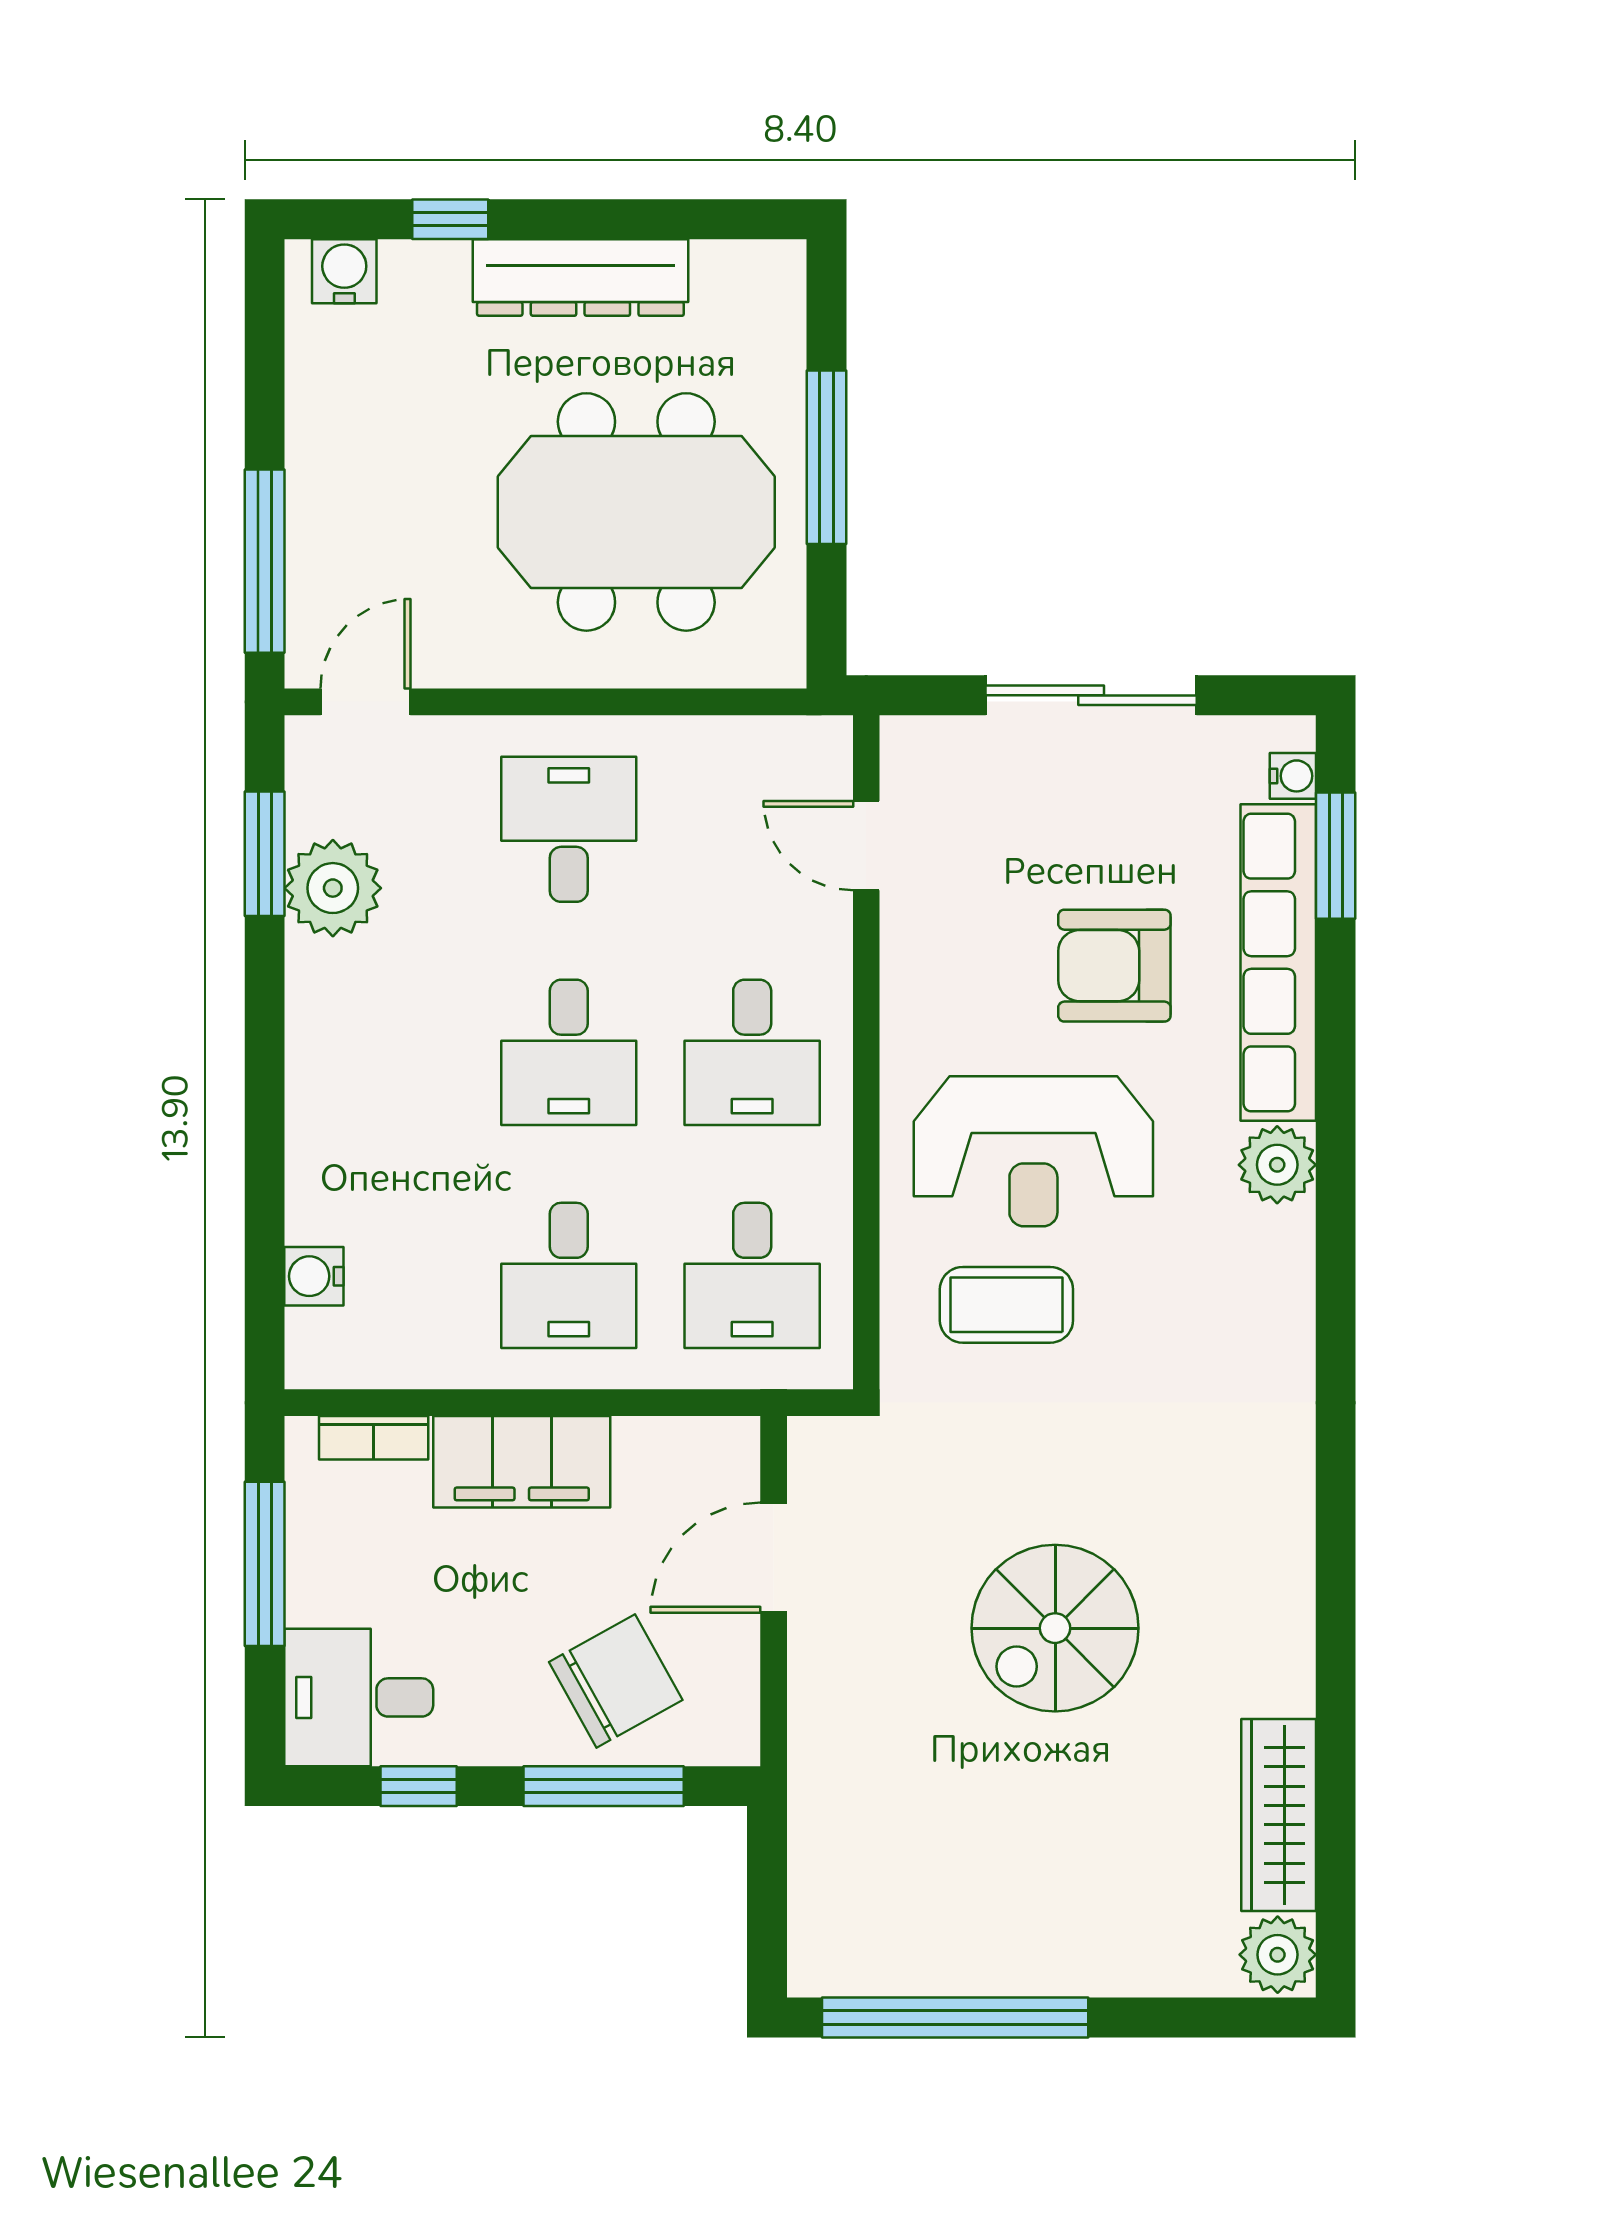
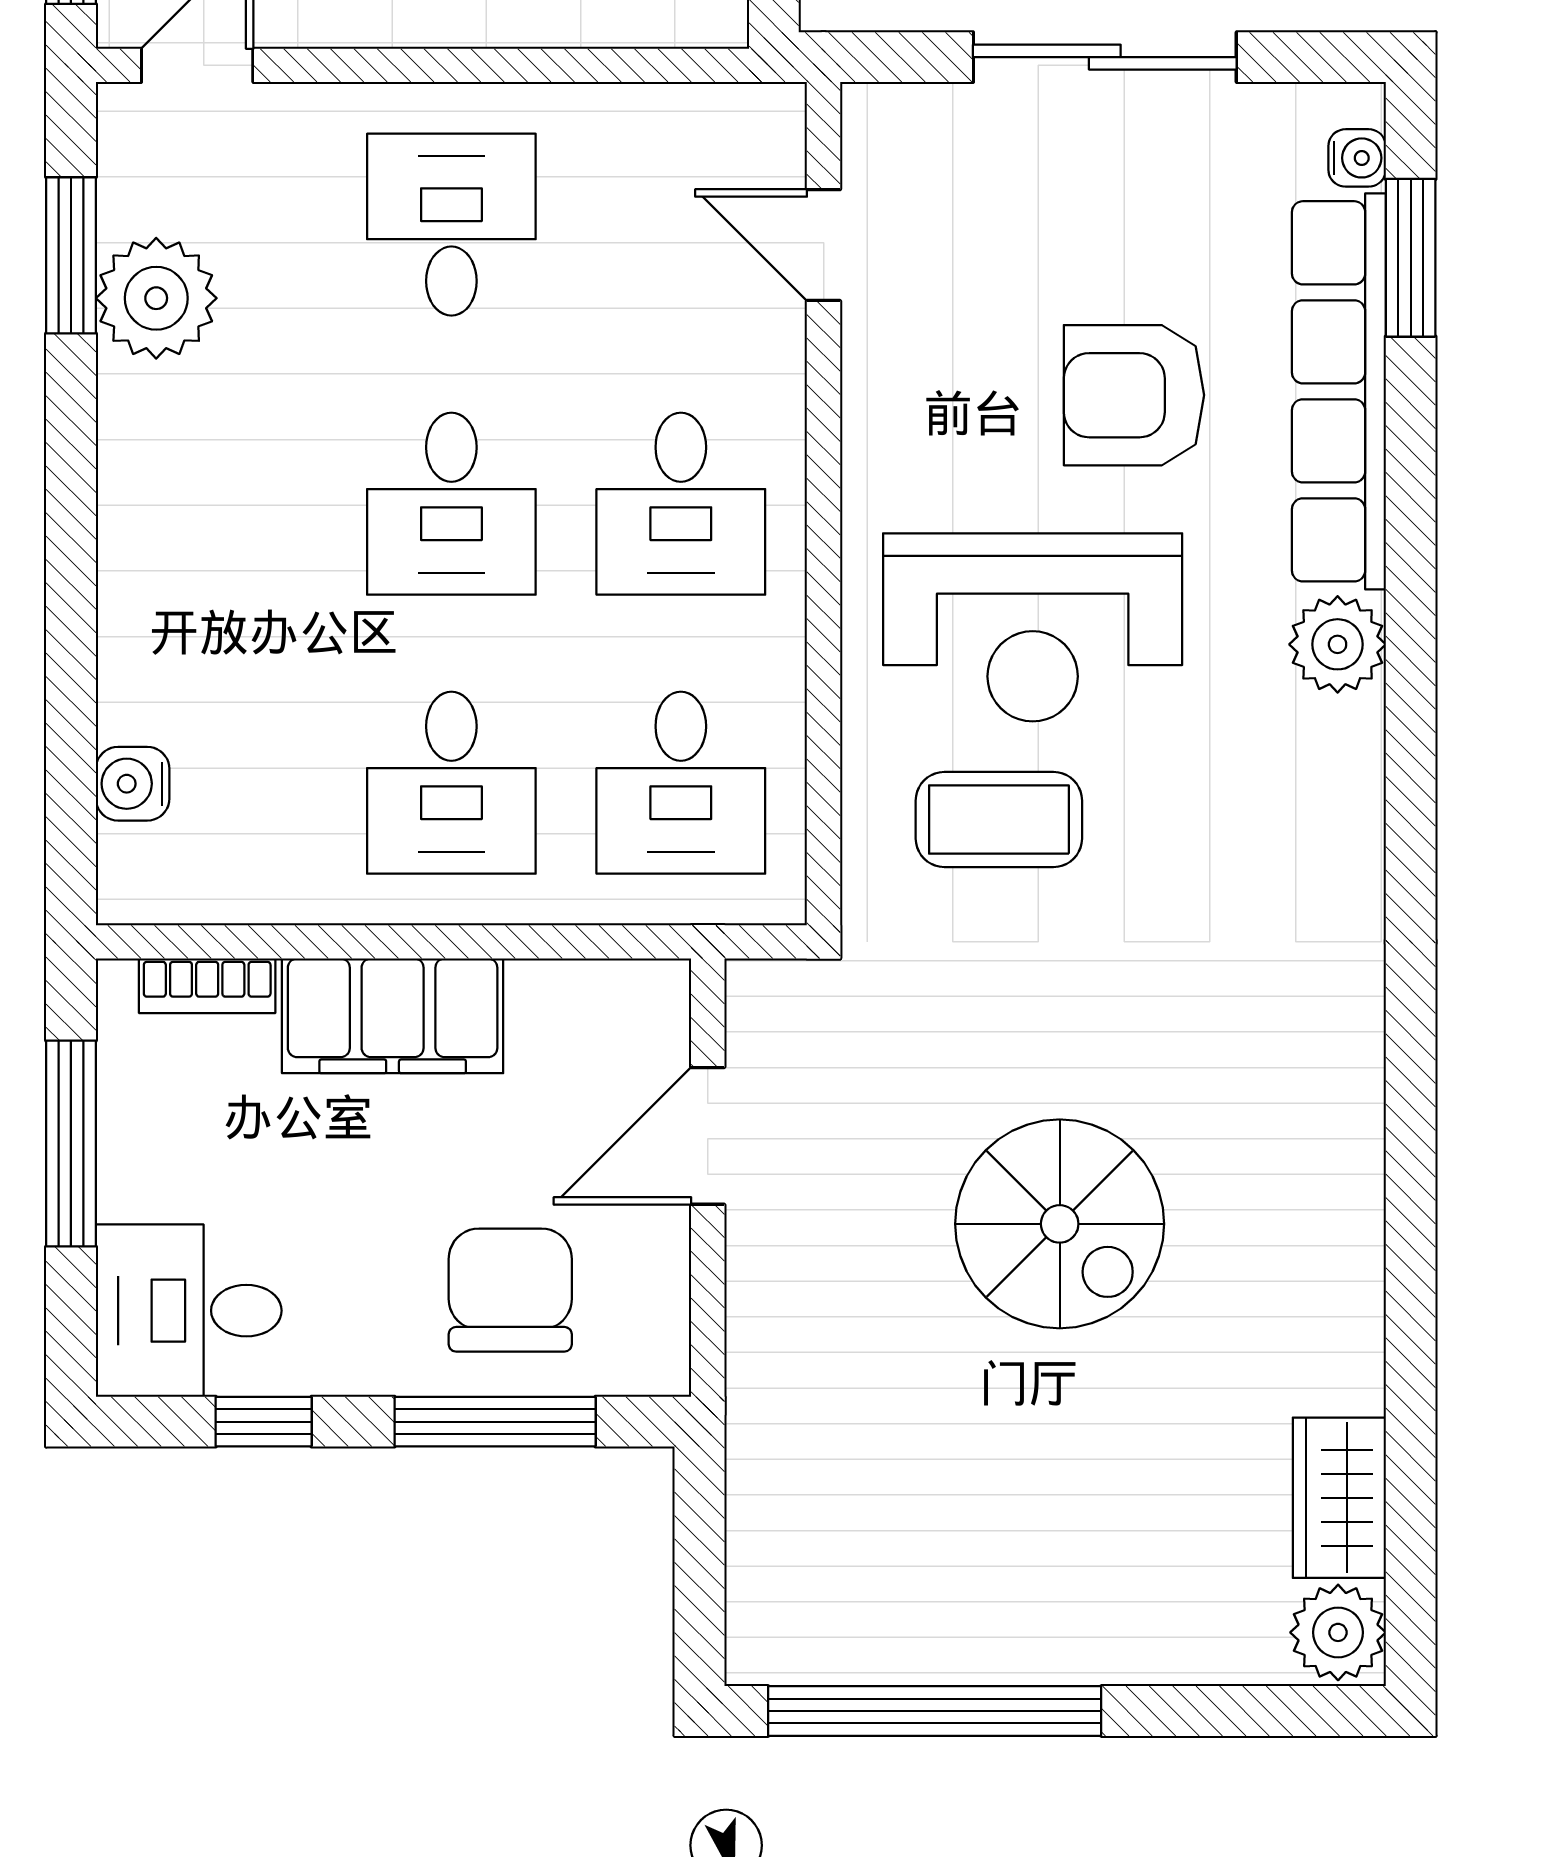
spiral stairs: (1055, 1628) -> (1060, 1224), turned -90
chair: (616, 1681) -> (510, 1290), turned -61
wardrobe: (1279, 1815) -> (1339, 1498), width x0.67

